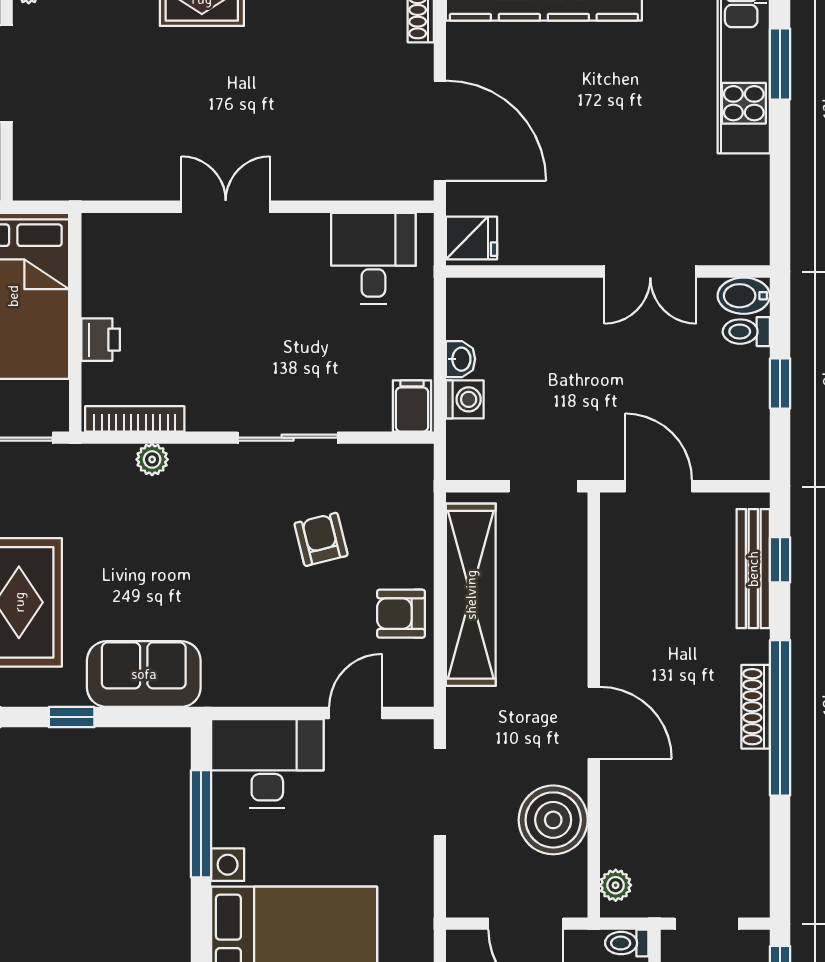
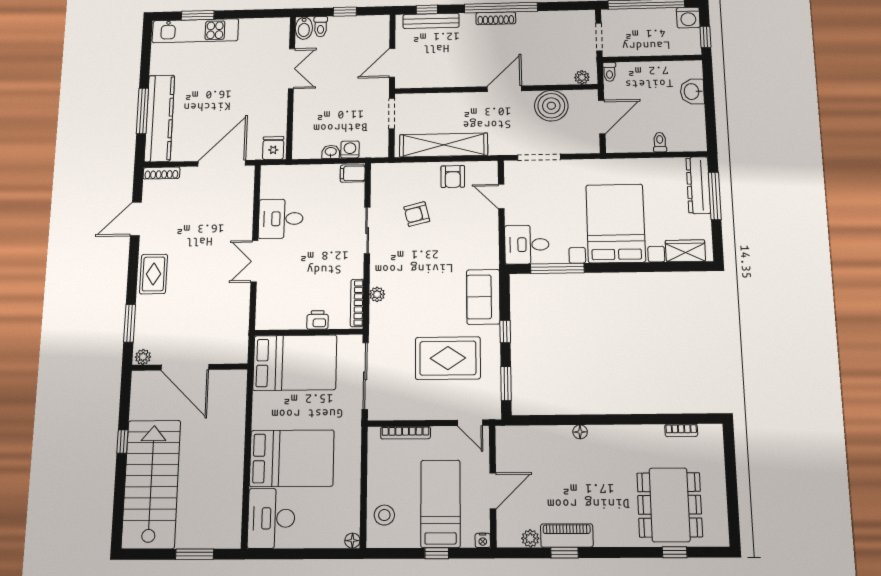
desk: (373, 258) -> (281, 219), moved
desk: (267, 763) -> (527, 245), width x0.73

